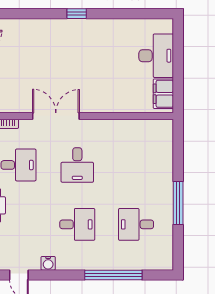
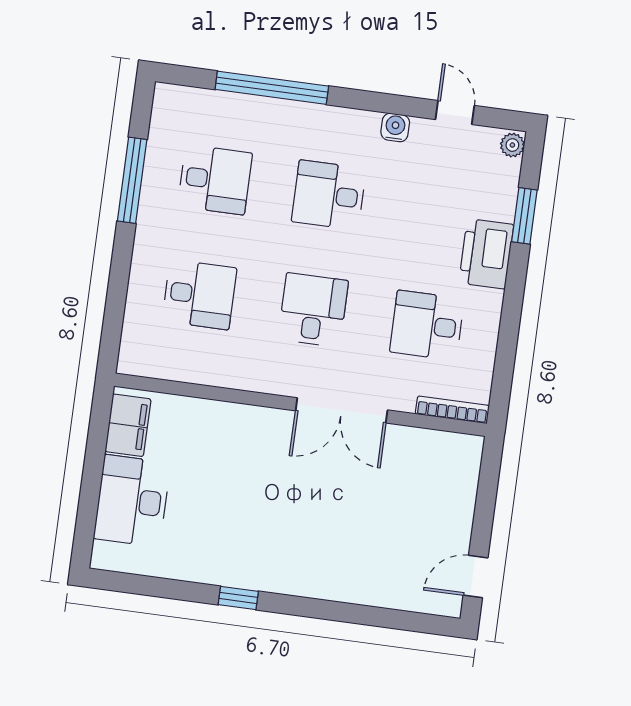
window: (77, 14) -> (238, 598), moved
desk: (136, 165) -> (199, 295), added
window: (178, 203) -> (132, 180), moved

